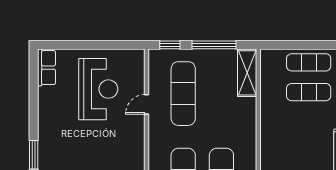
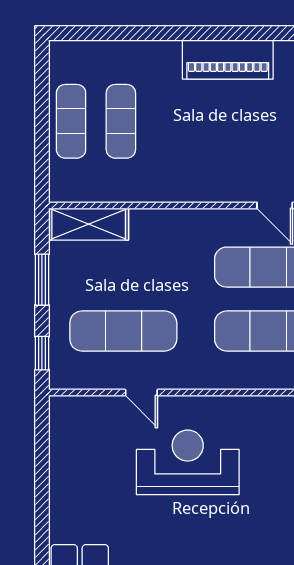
window: (214, 45) -> (42, 280), width x0.69
reception desk: (98, 89) -> (188, 462), moved

